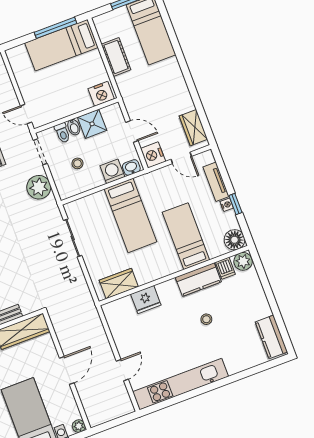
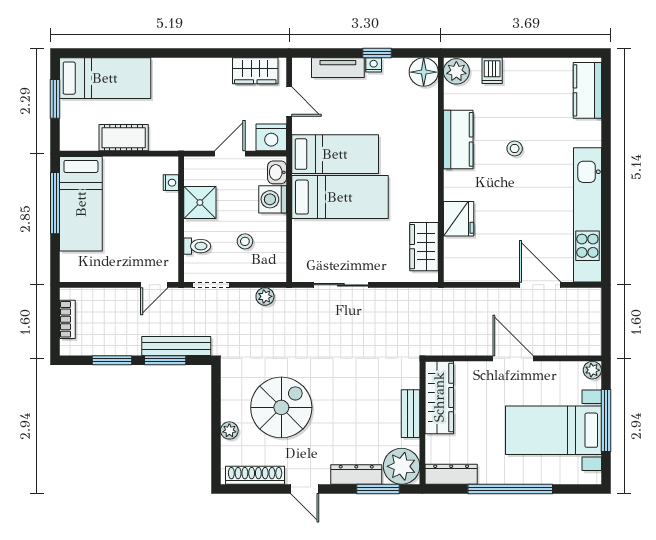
nightstand: (101, 94) -> (171, 183), width x0.53, depth x0.56
bidet: (74, 127) -> (195, 228), removed
door: (181, 158) -> (289, 102), hinge flipped
plant: (39, 187) -> (265, 296), width x0.53, depth x0.53
bed: (186, 236) -> (335, 154), moved, turned 180
dishwasher: (225, 268) -> (492, 71), moved, turned 90
kitchen counter: (271, 337) -> (587, 90), moved, turned 90
door: (122, 370) -> (540, 285), width x1.38

